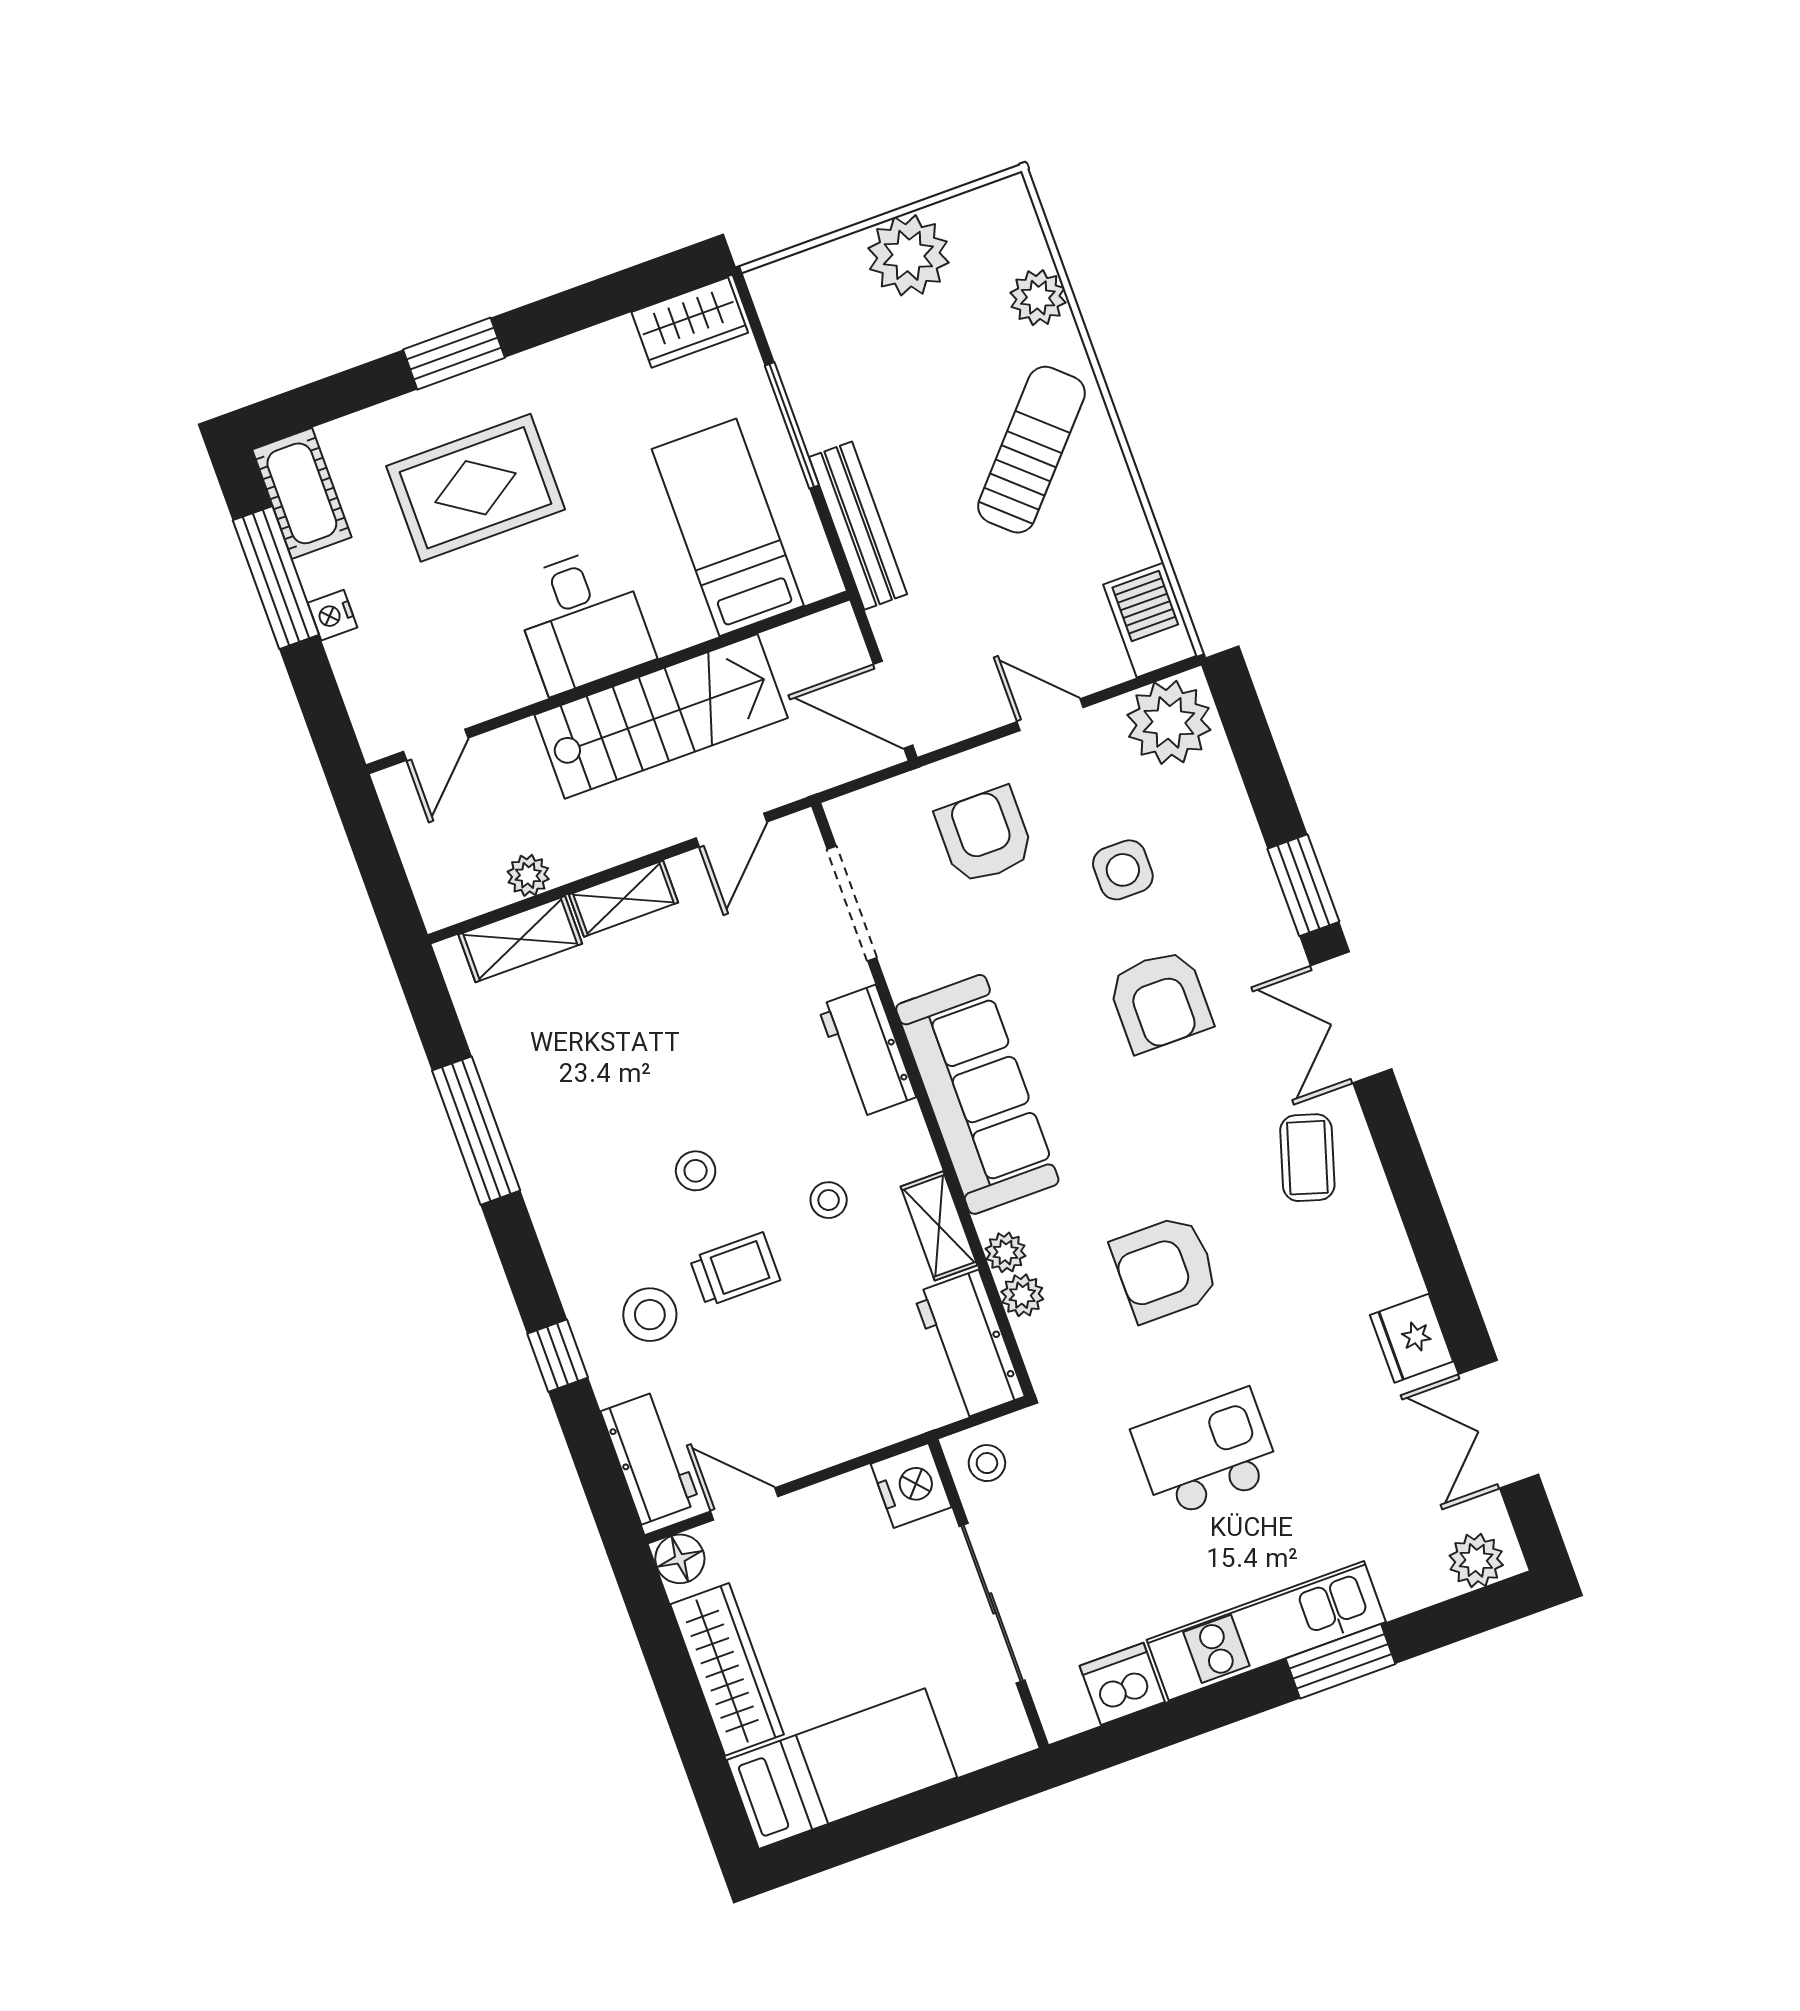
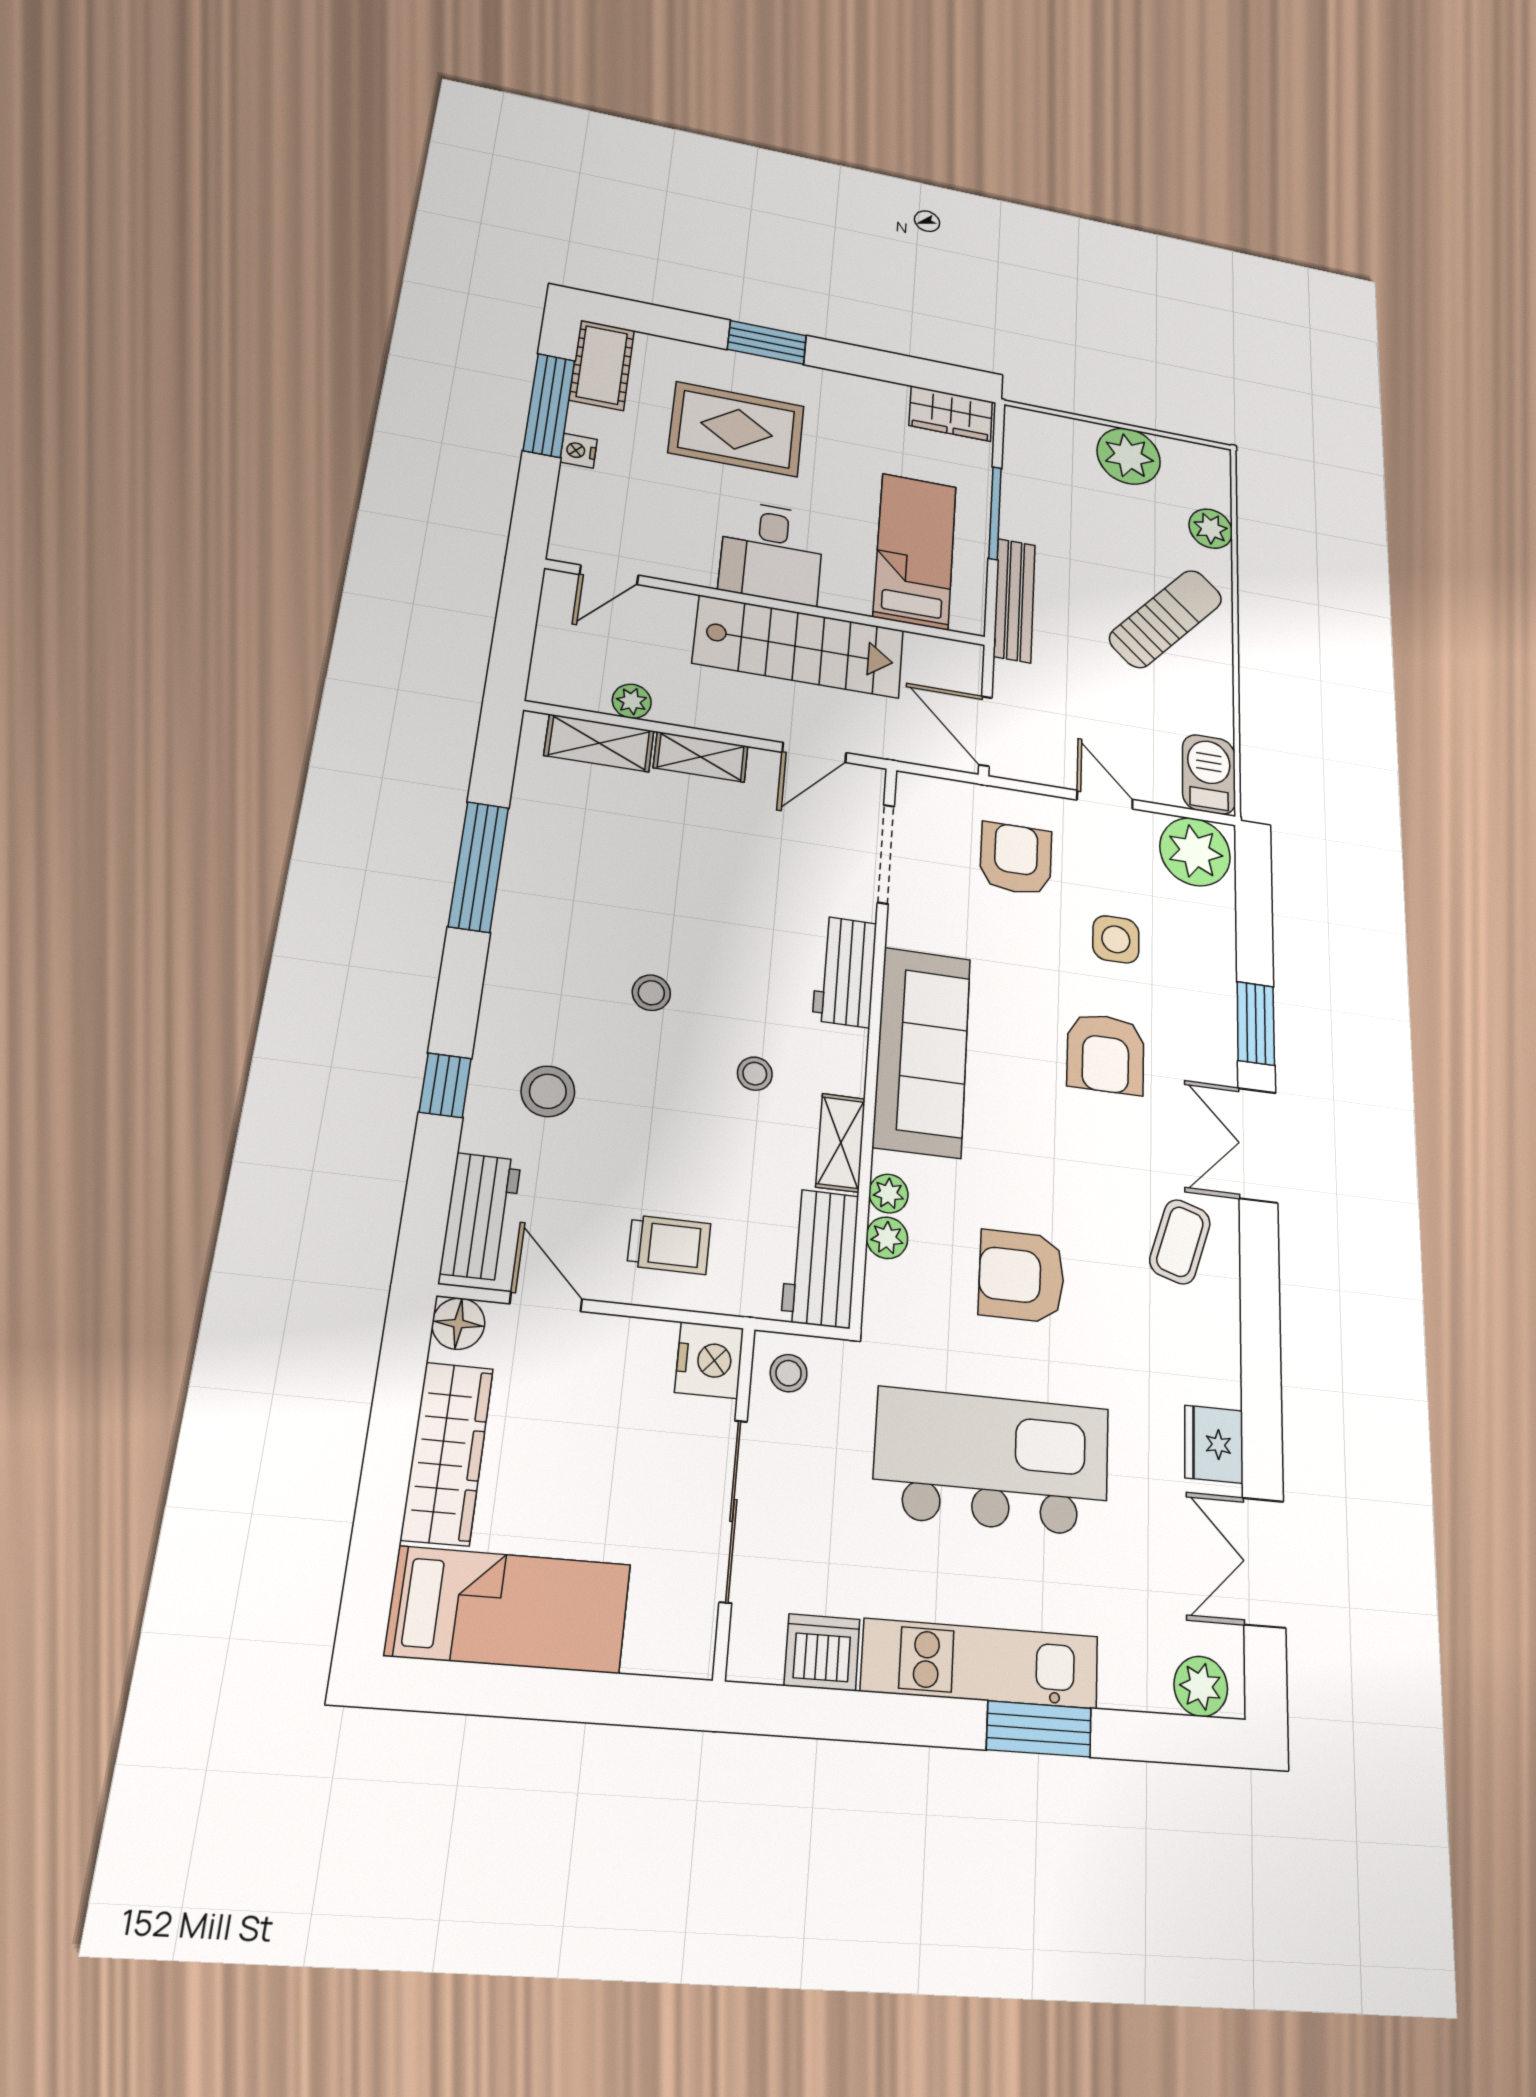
trolley: (735, 1269) -> (669, 1245), moved
kitchen island: (1206, 1453) -> (992, 1462), width x1.87, depth x1.28

